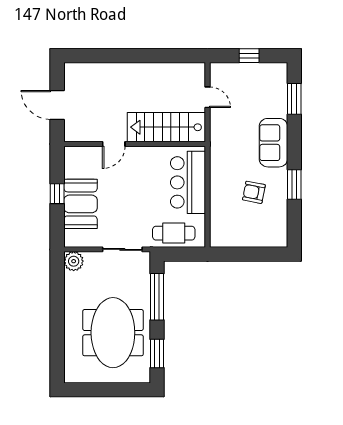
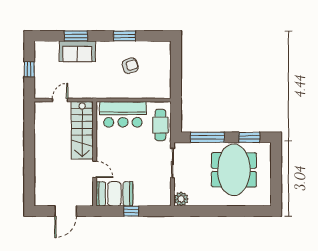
window: (294, 99) -> (76, 36), moved
sofa: (273, 143) -> (77, 51), moved
armchair: (254, 192) -> (130, 66), turned -119
booth: (81, 204) -> (114, 194), moved
meeting table: (113, 333) -> (234, 170), turned 90

